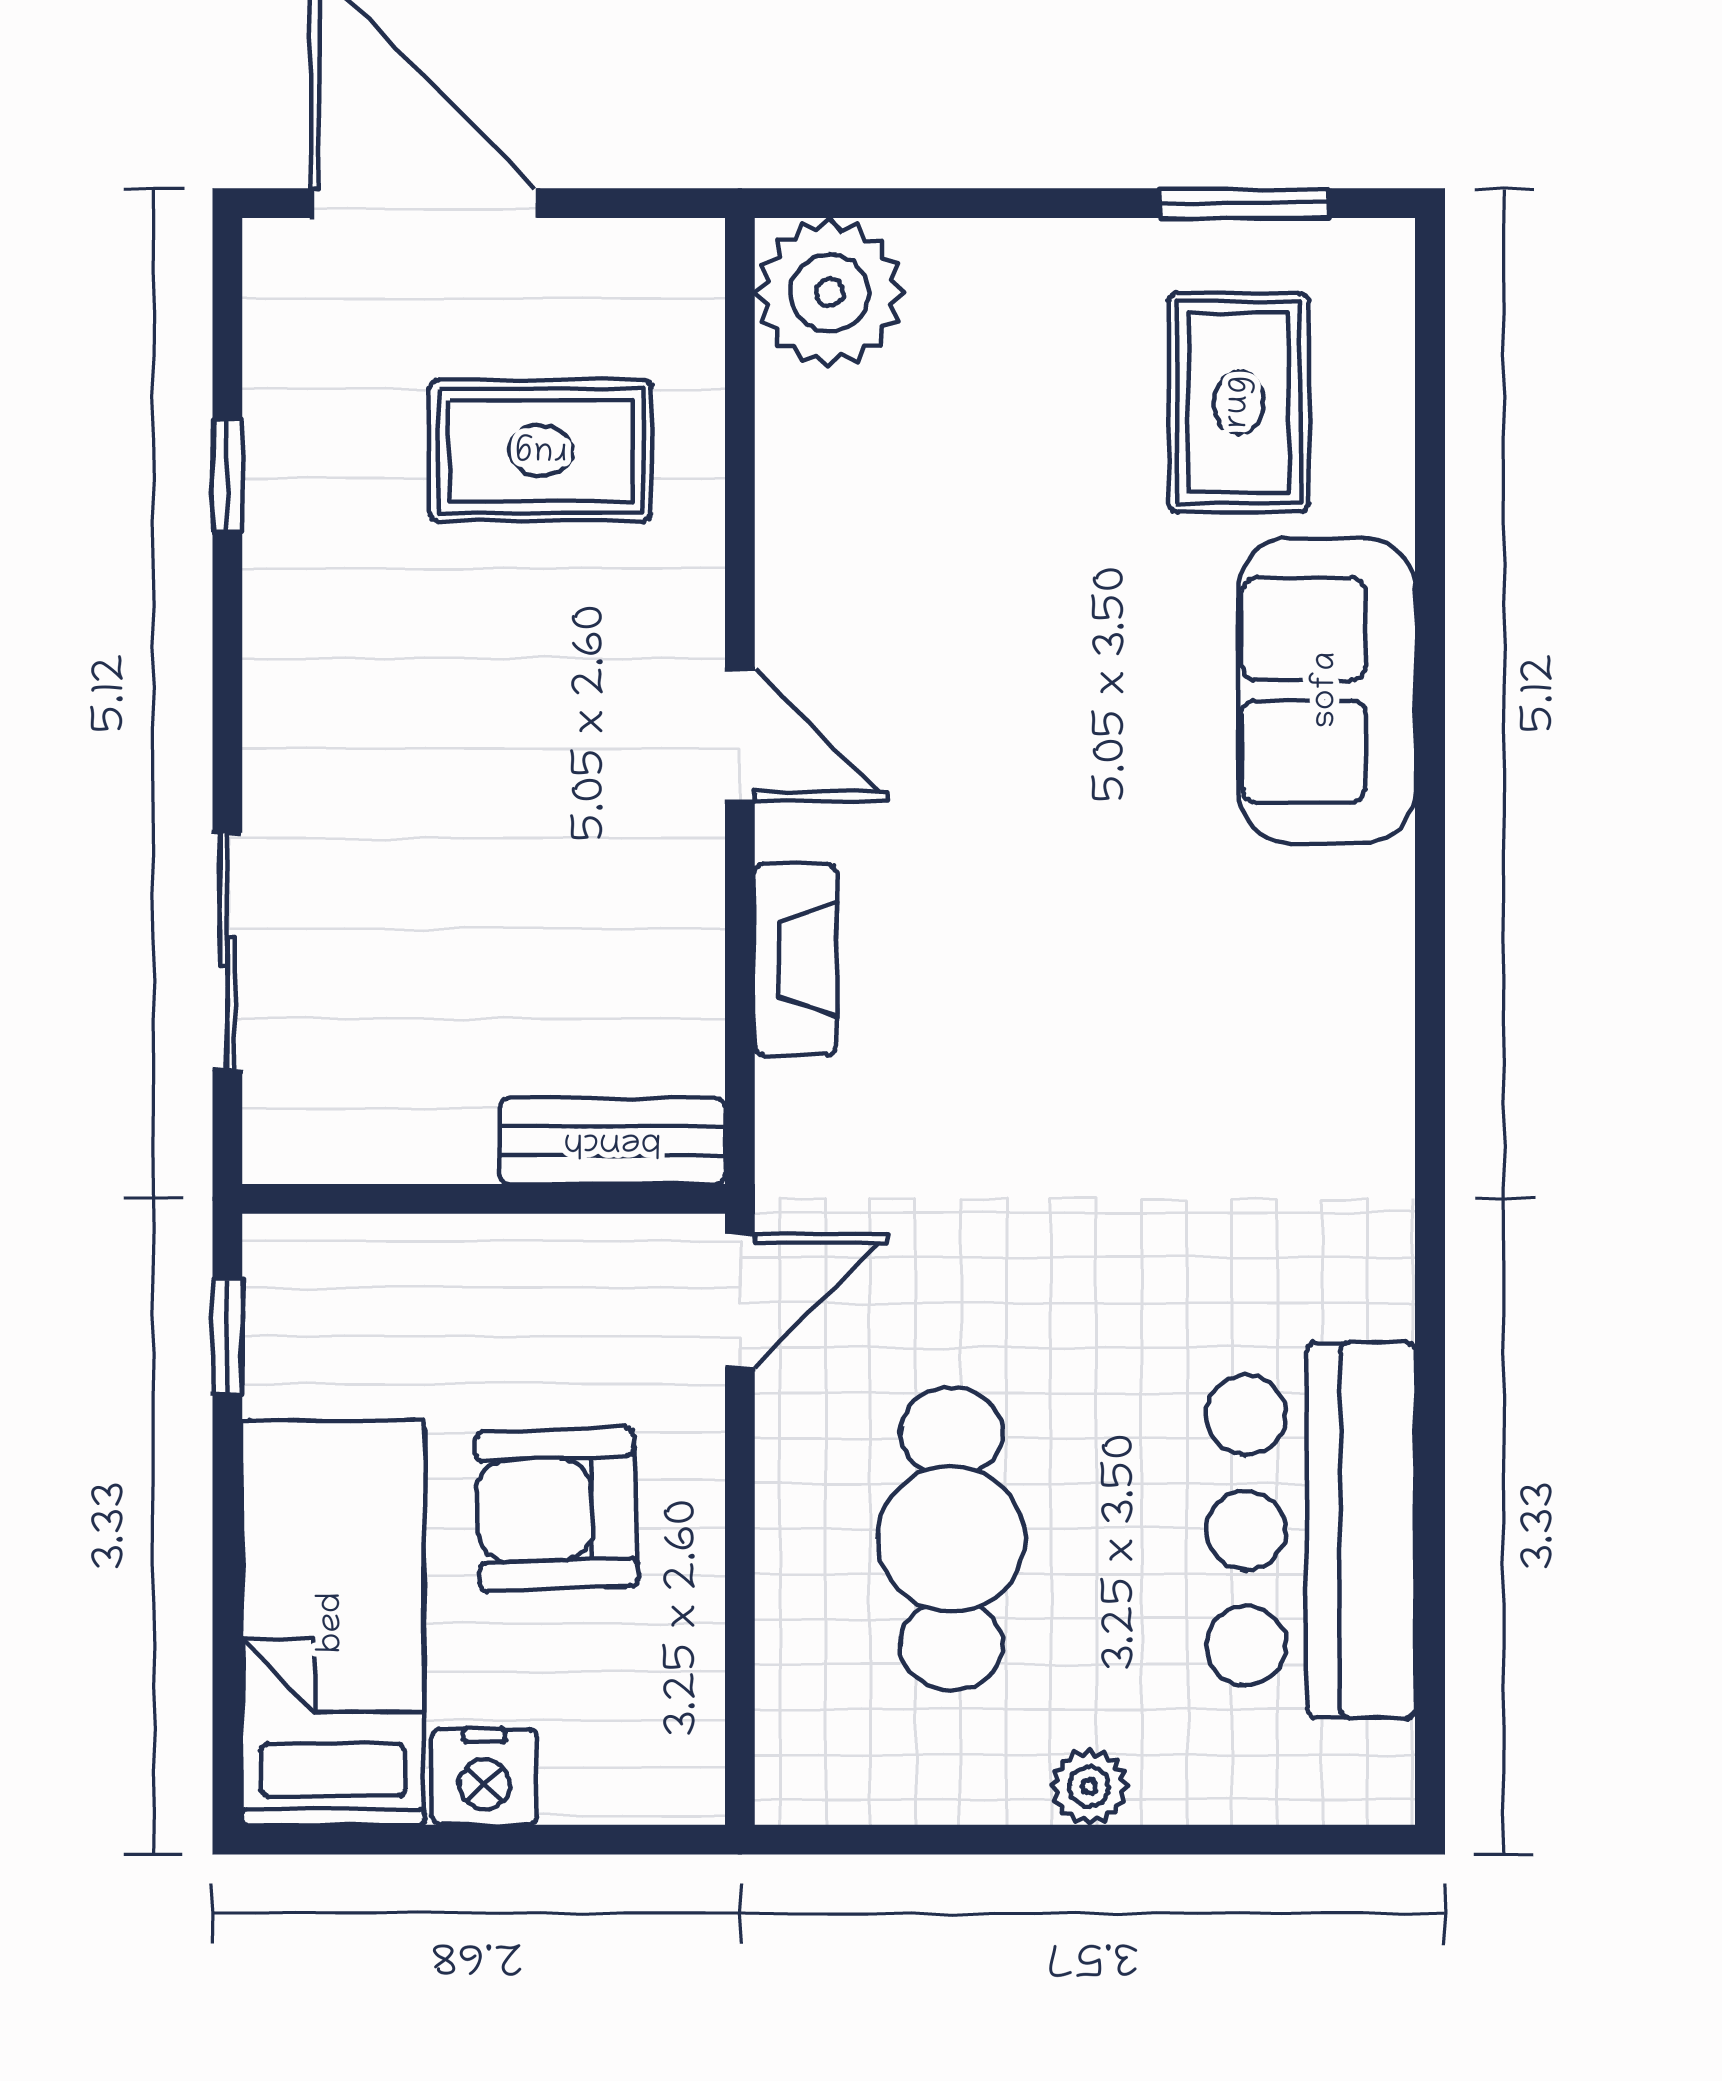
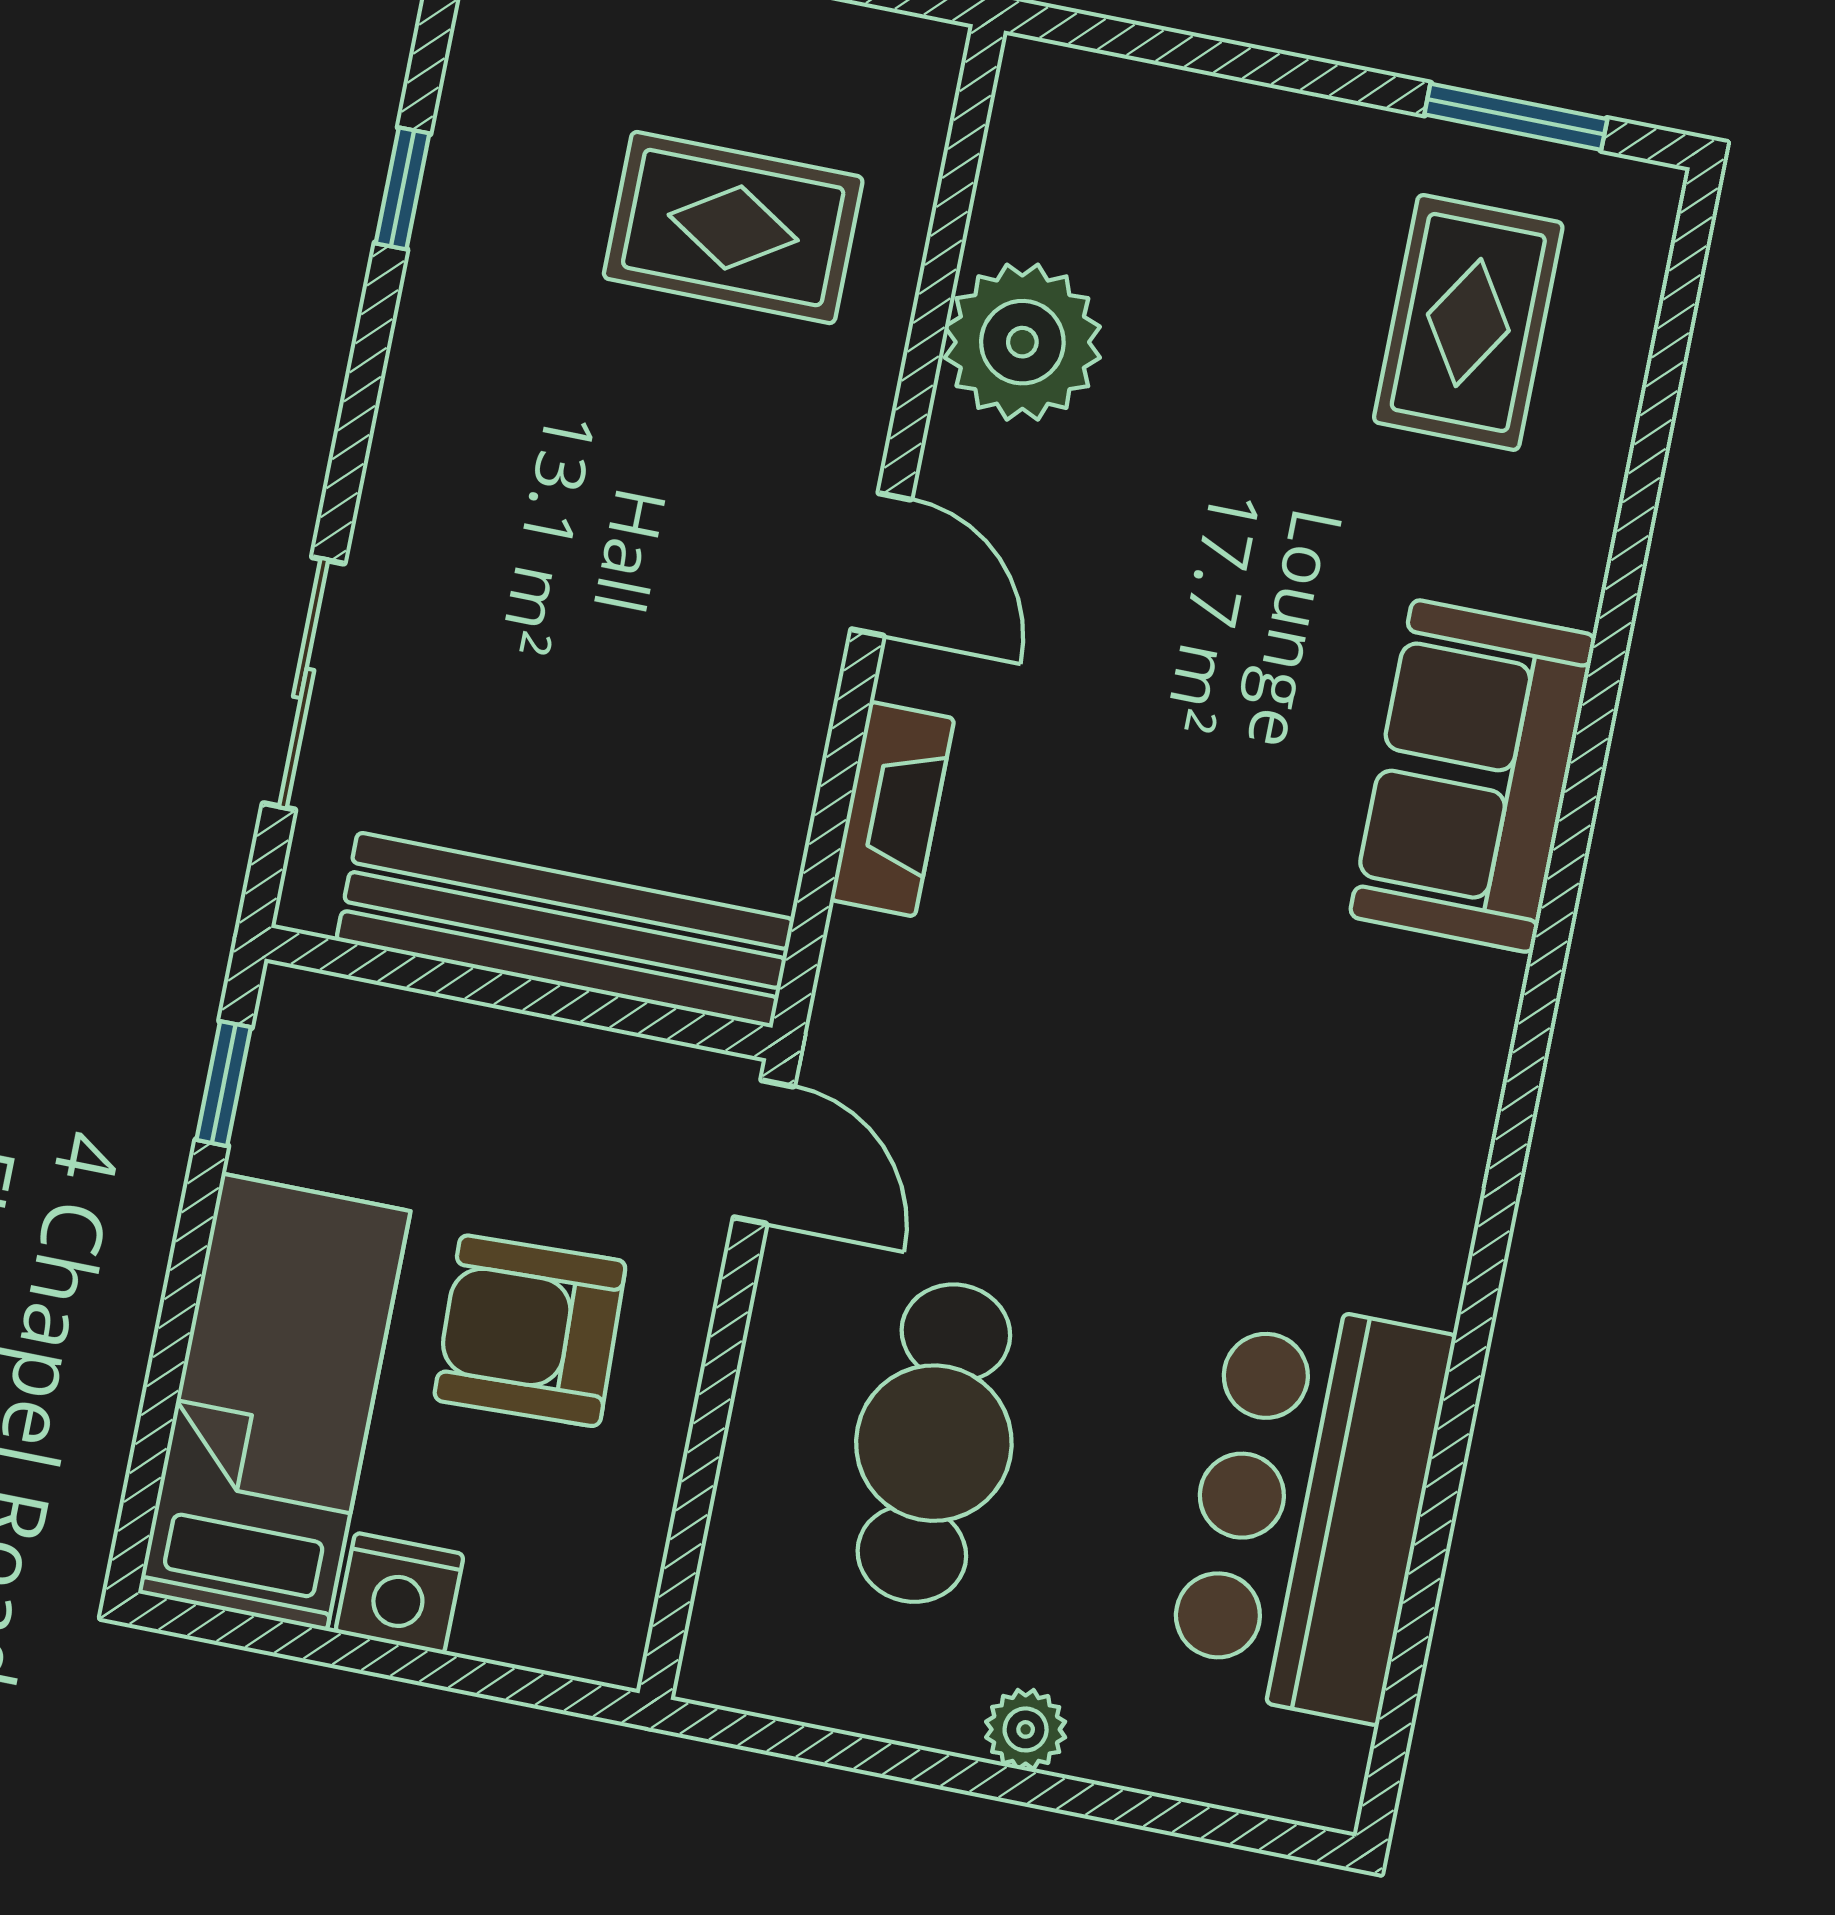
plant: (830, 293) -> (1022, 342), moved
sofa: (1327, 690) -> (1473, 776), moved
bench: (612, 1141) -> (565, 930), width x1.86, depth x1.21
door: (740, 1301) -> (764, 1152), hinge flipped

